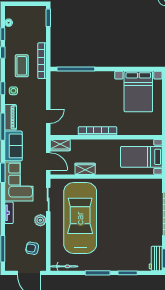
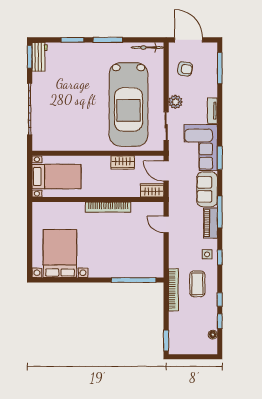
door: (48, 116) -> (166, 224), hinge flipped

